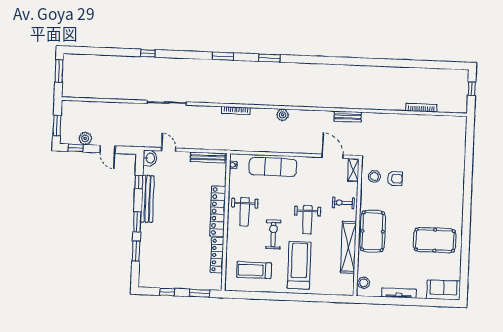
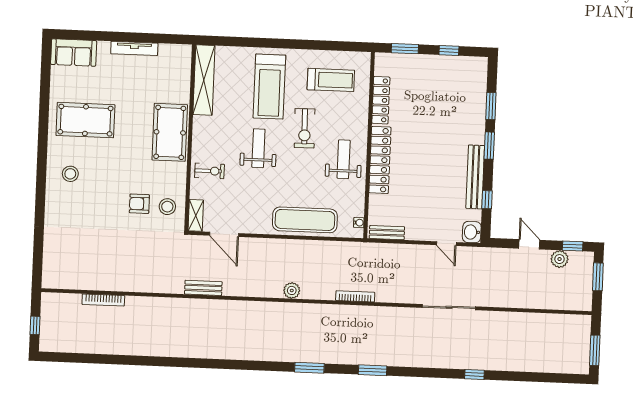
bench: (208, 157) -> (387, 233), width x0.73
shelving: (348, 247) -> (204, 80), moved
stool: (364, 283) -> (70, 174), moved

